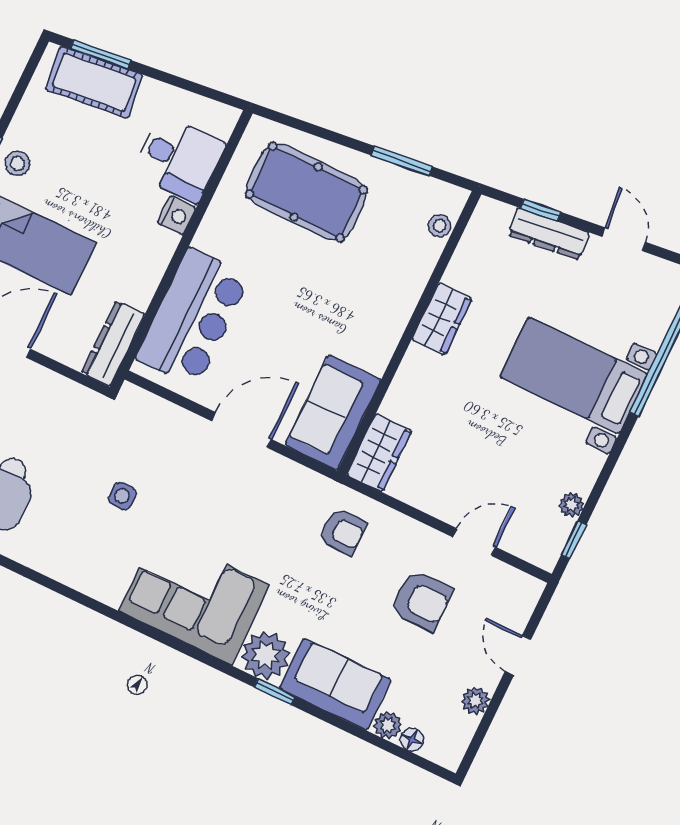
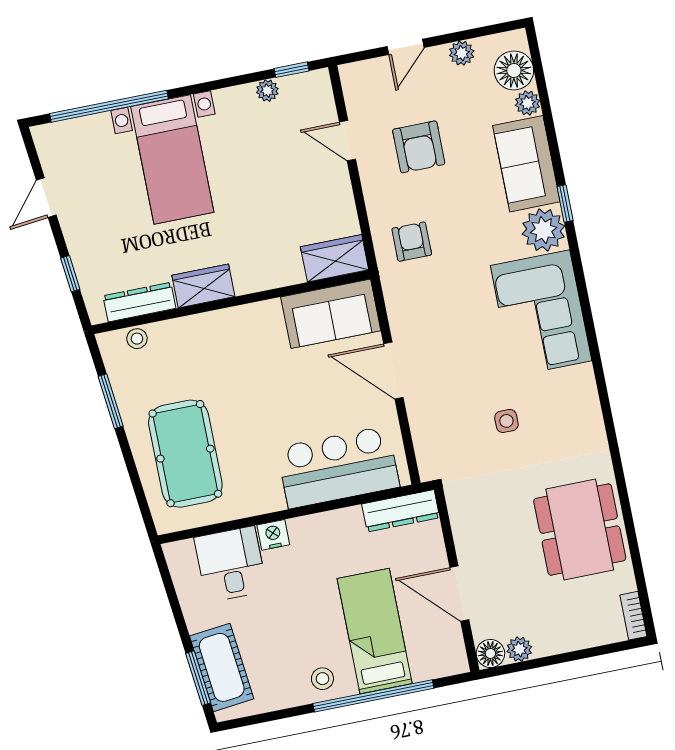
dresser: (549, 234) -> (139, 302), moved, turned -84
armchair: (421, 601) -> (419, 147), turned 180
floor lamp: (412, 740) -> (514, 71), width x1.89, depth x1.89

